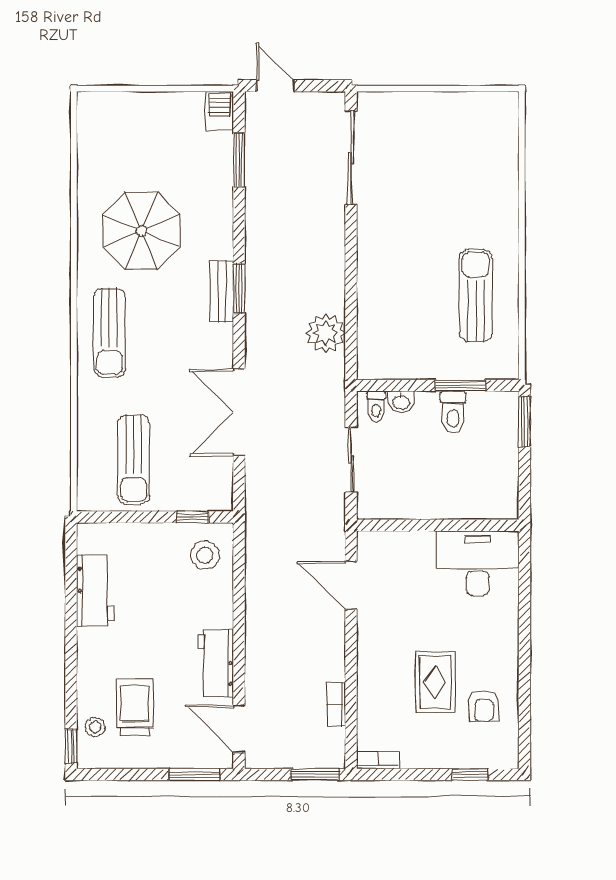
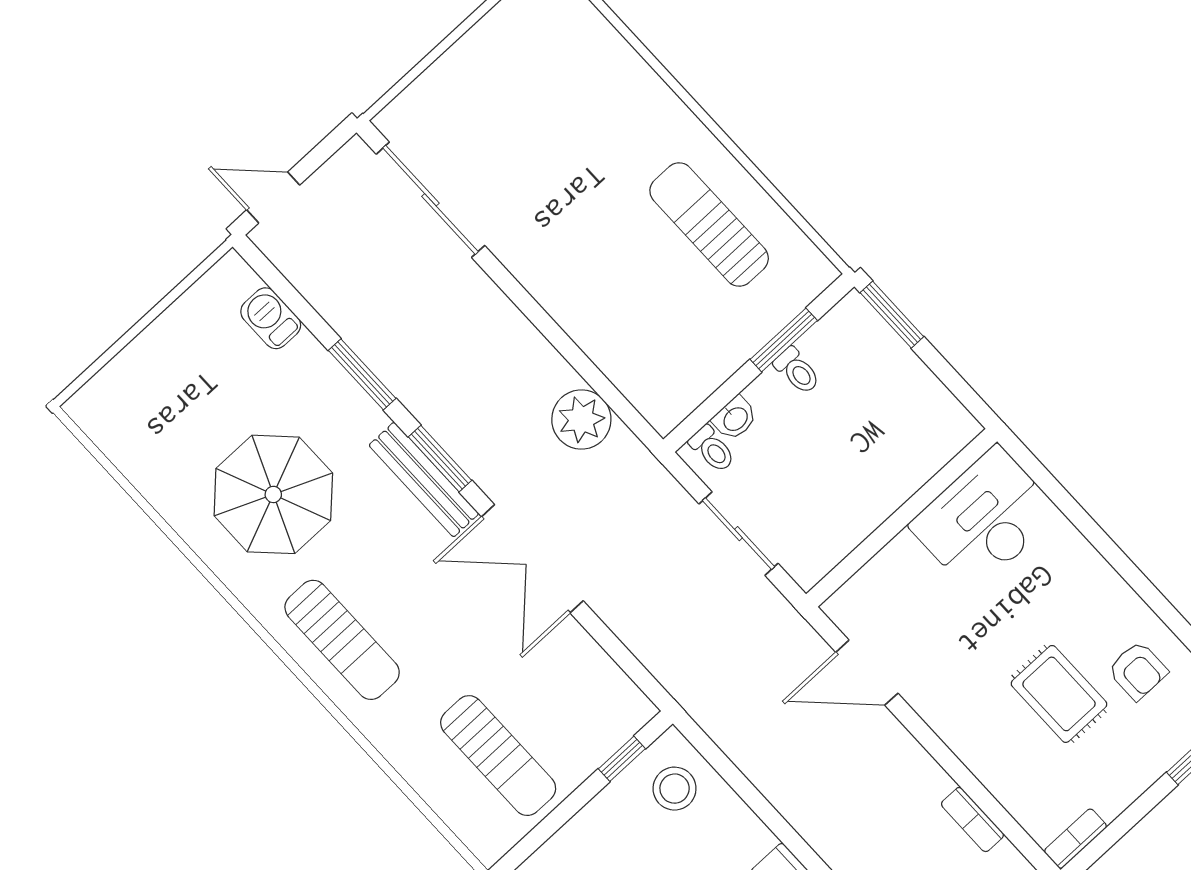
barbecue: (220, 111) -> (271, 318), moved
window: (239, 160) -> (362, 374), moved
bench: (222, 291) -> (424, 480), width x1.36
double door: (239, 412) -> (532, 559), moved
toilet: (453, 412) -> (797, 371), width x0.73, depth x0.72

